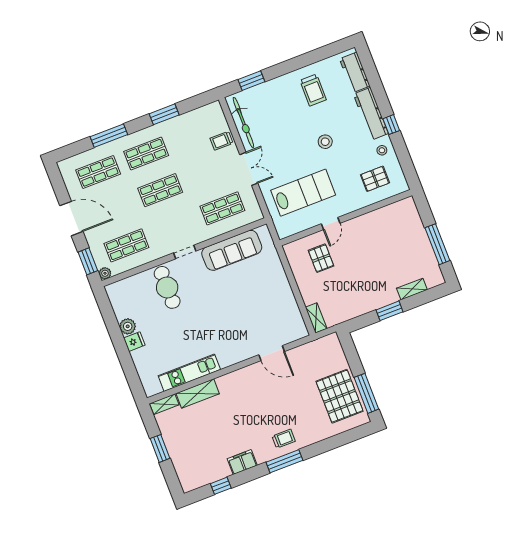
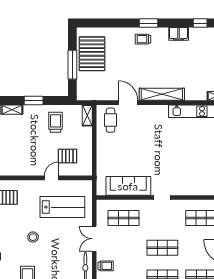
lab bench: (303, 193) -> (62, 207), turned 180
pallet: (321, 258) -> (68, 156), turned 90
cafe table: (167, 287) -> (111, 120), moved, width x0.73, depth x0.74
trolley: (352, 294) -> (55, 122), added
shelving: (198, 393) -> (162, 94), moved, width x1.47
window: (366, 393) -> (72, 65), moved
window: (284, 461) -> (149, 23), width x0.69

